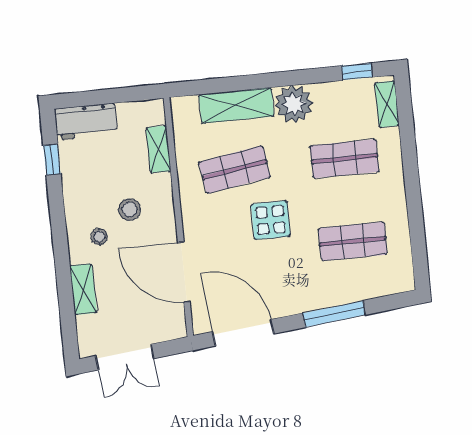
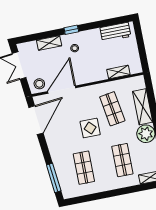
workbench: (86, 121) -> (115, 32), moved, turned -90
window: (52, 160) -> (71, 30), moved
stool: (130, 209) -> (39, 84), moved
window: (334, 314) -> (54, 178), moved

